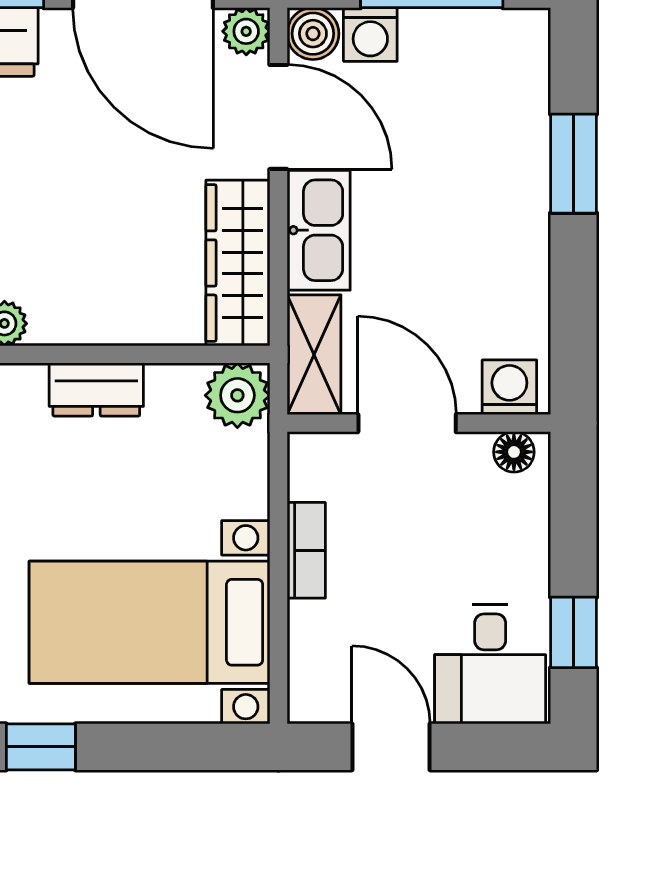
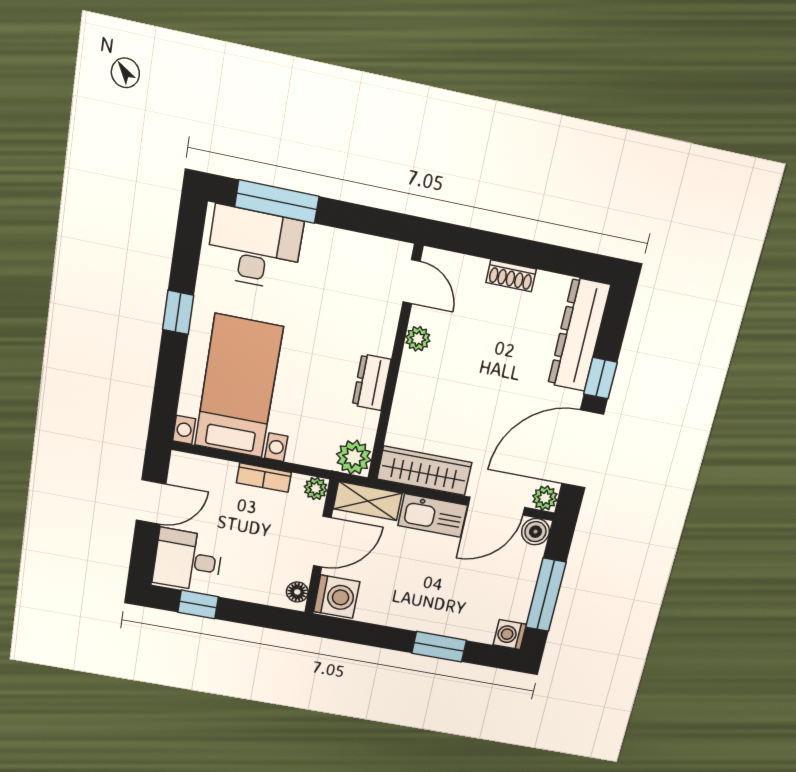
washing machine: (370, 35) -> (510, 635), moved
washing machine: (509, 387) -> (337, 597), width x1.38, depth x1.38
plant: (309, 453) -> (316, 489), added

